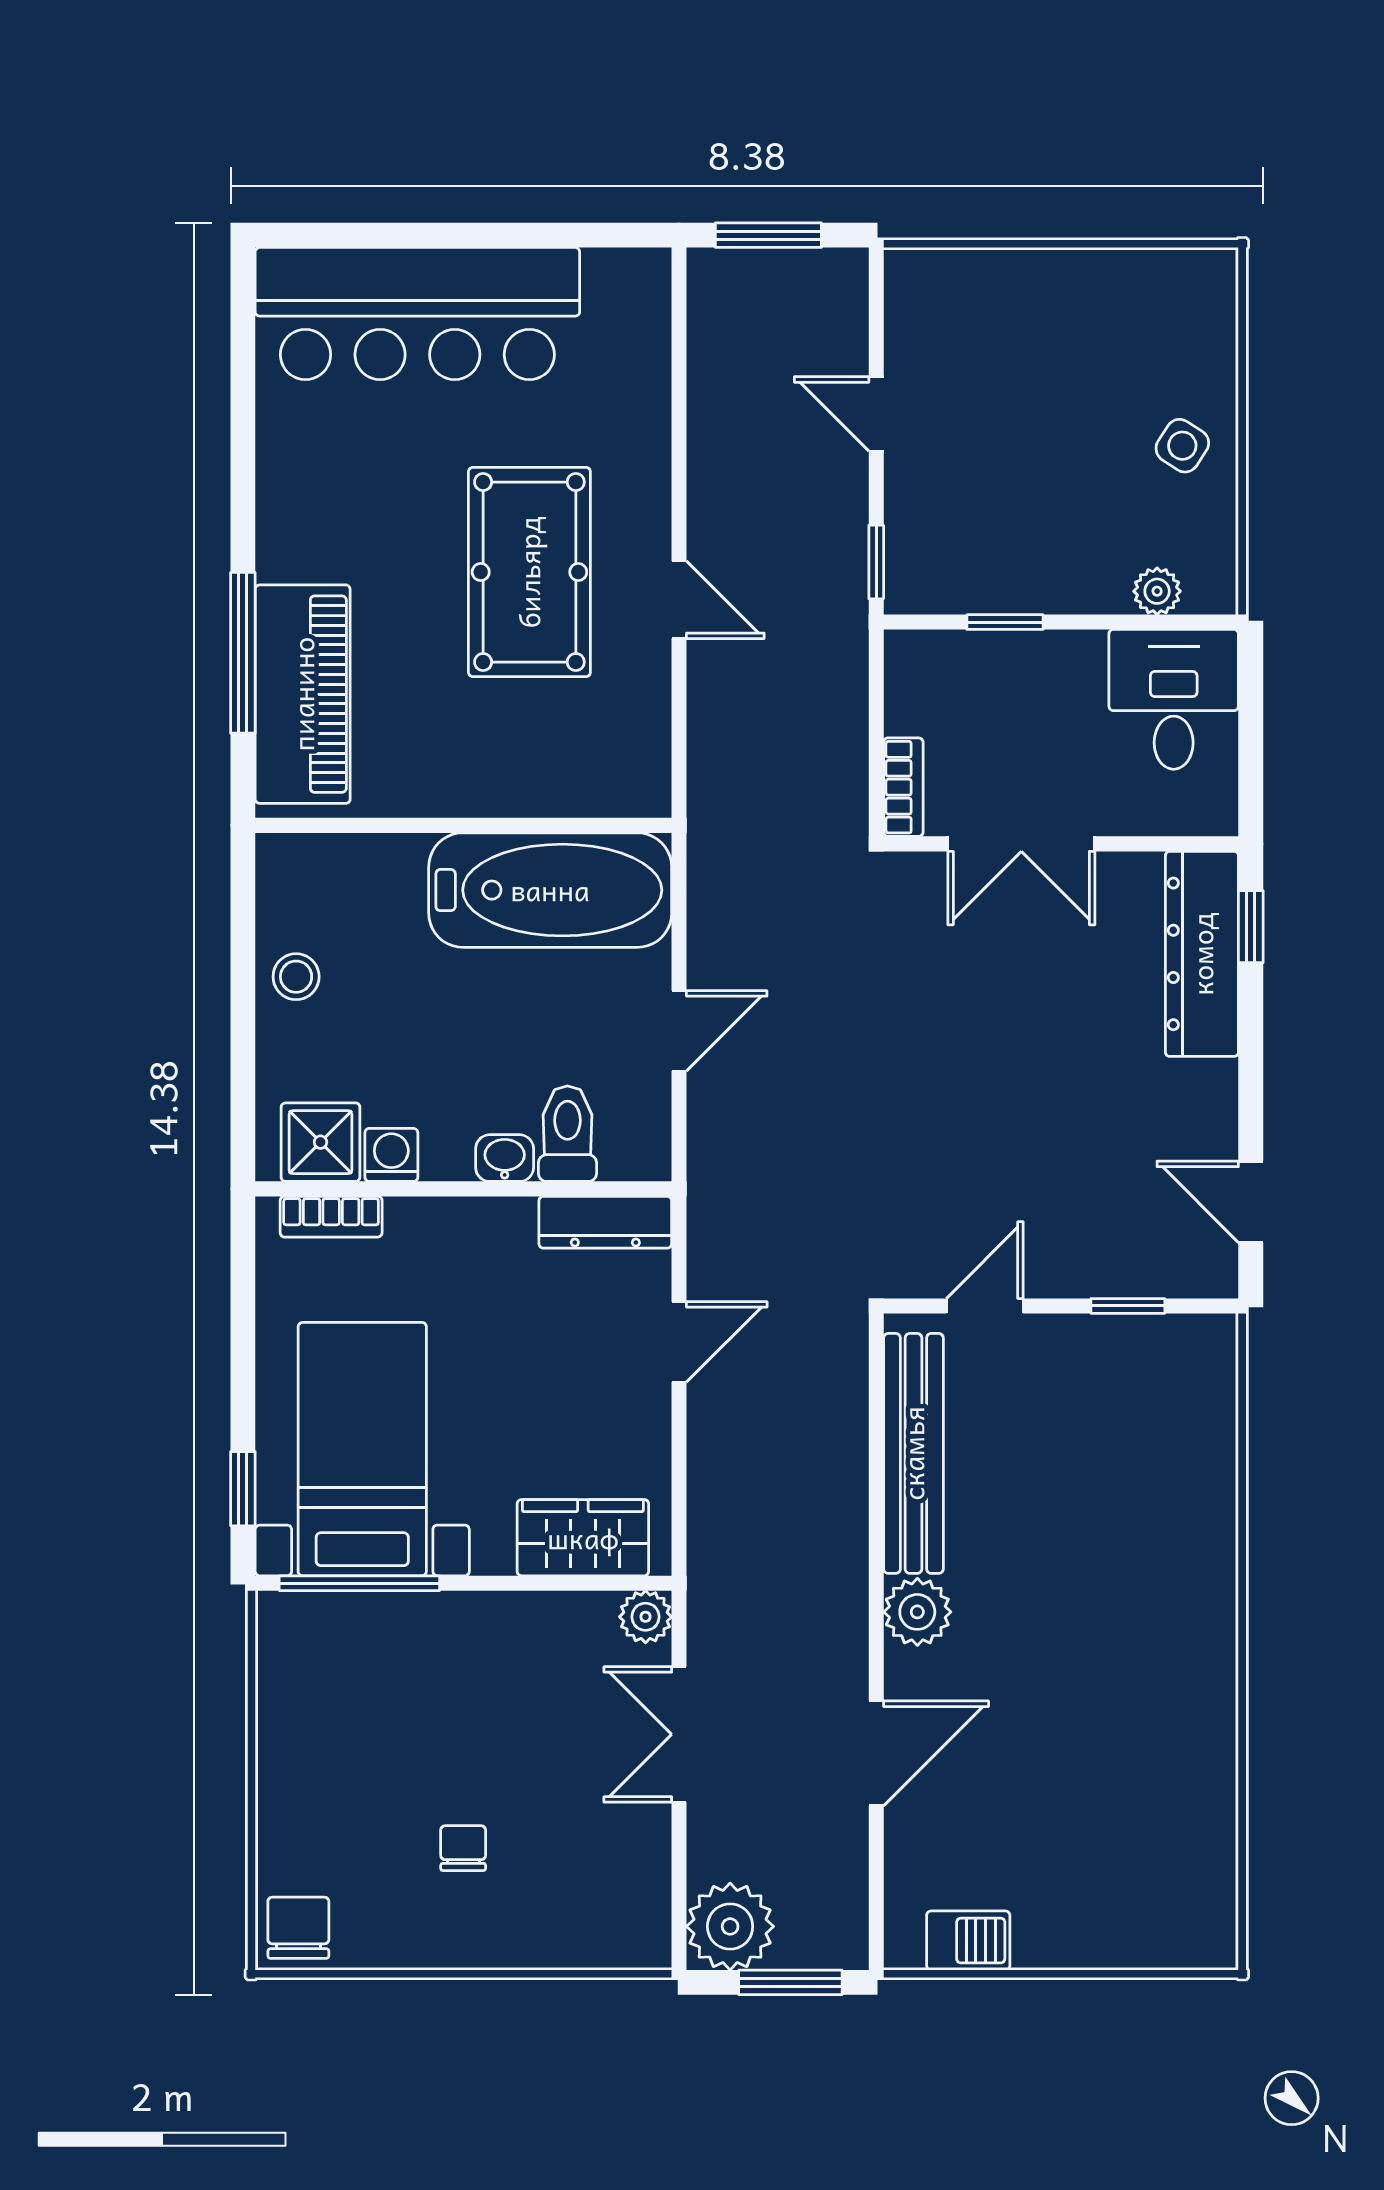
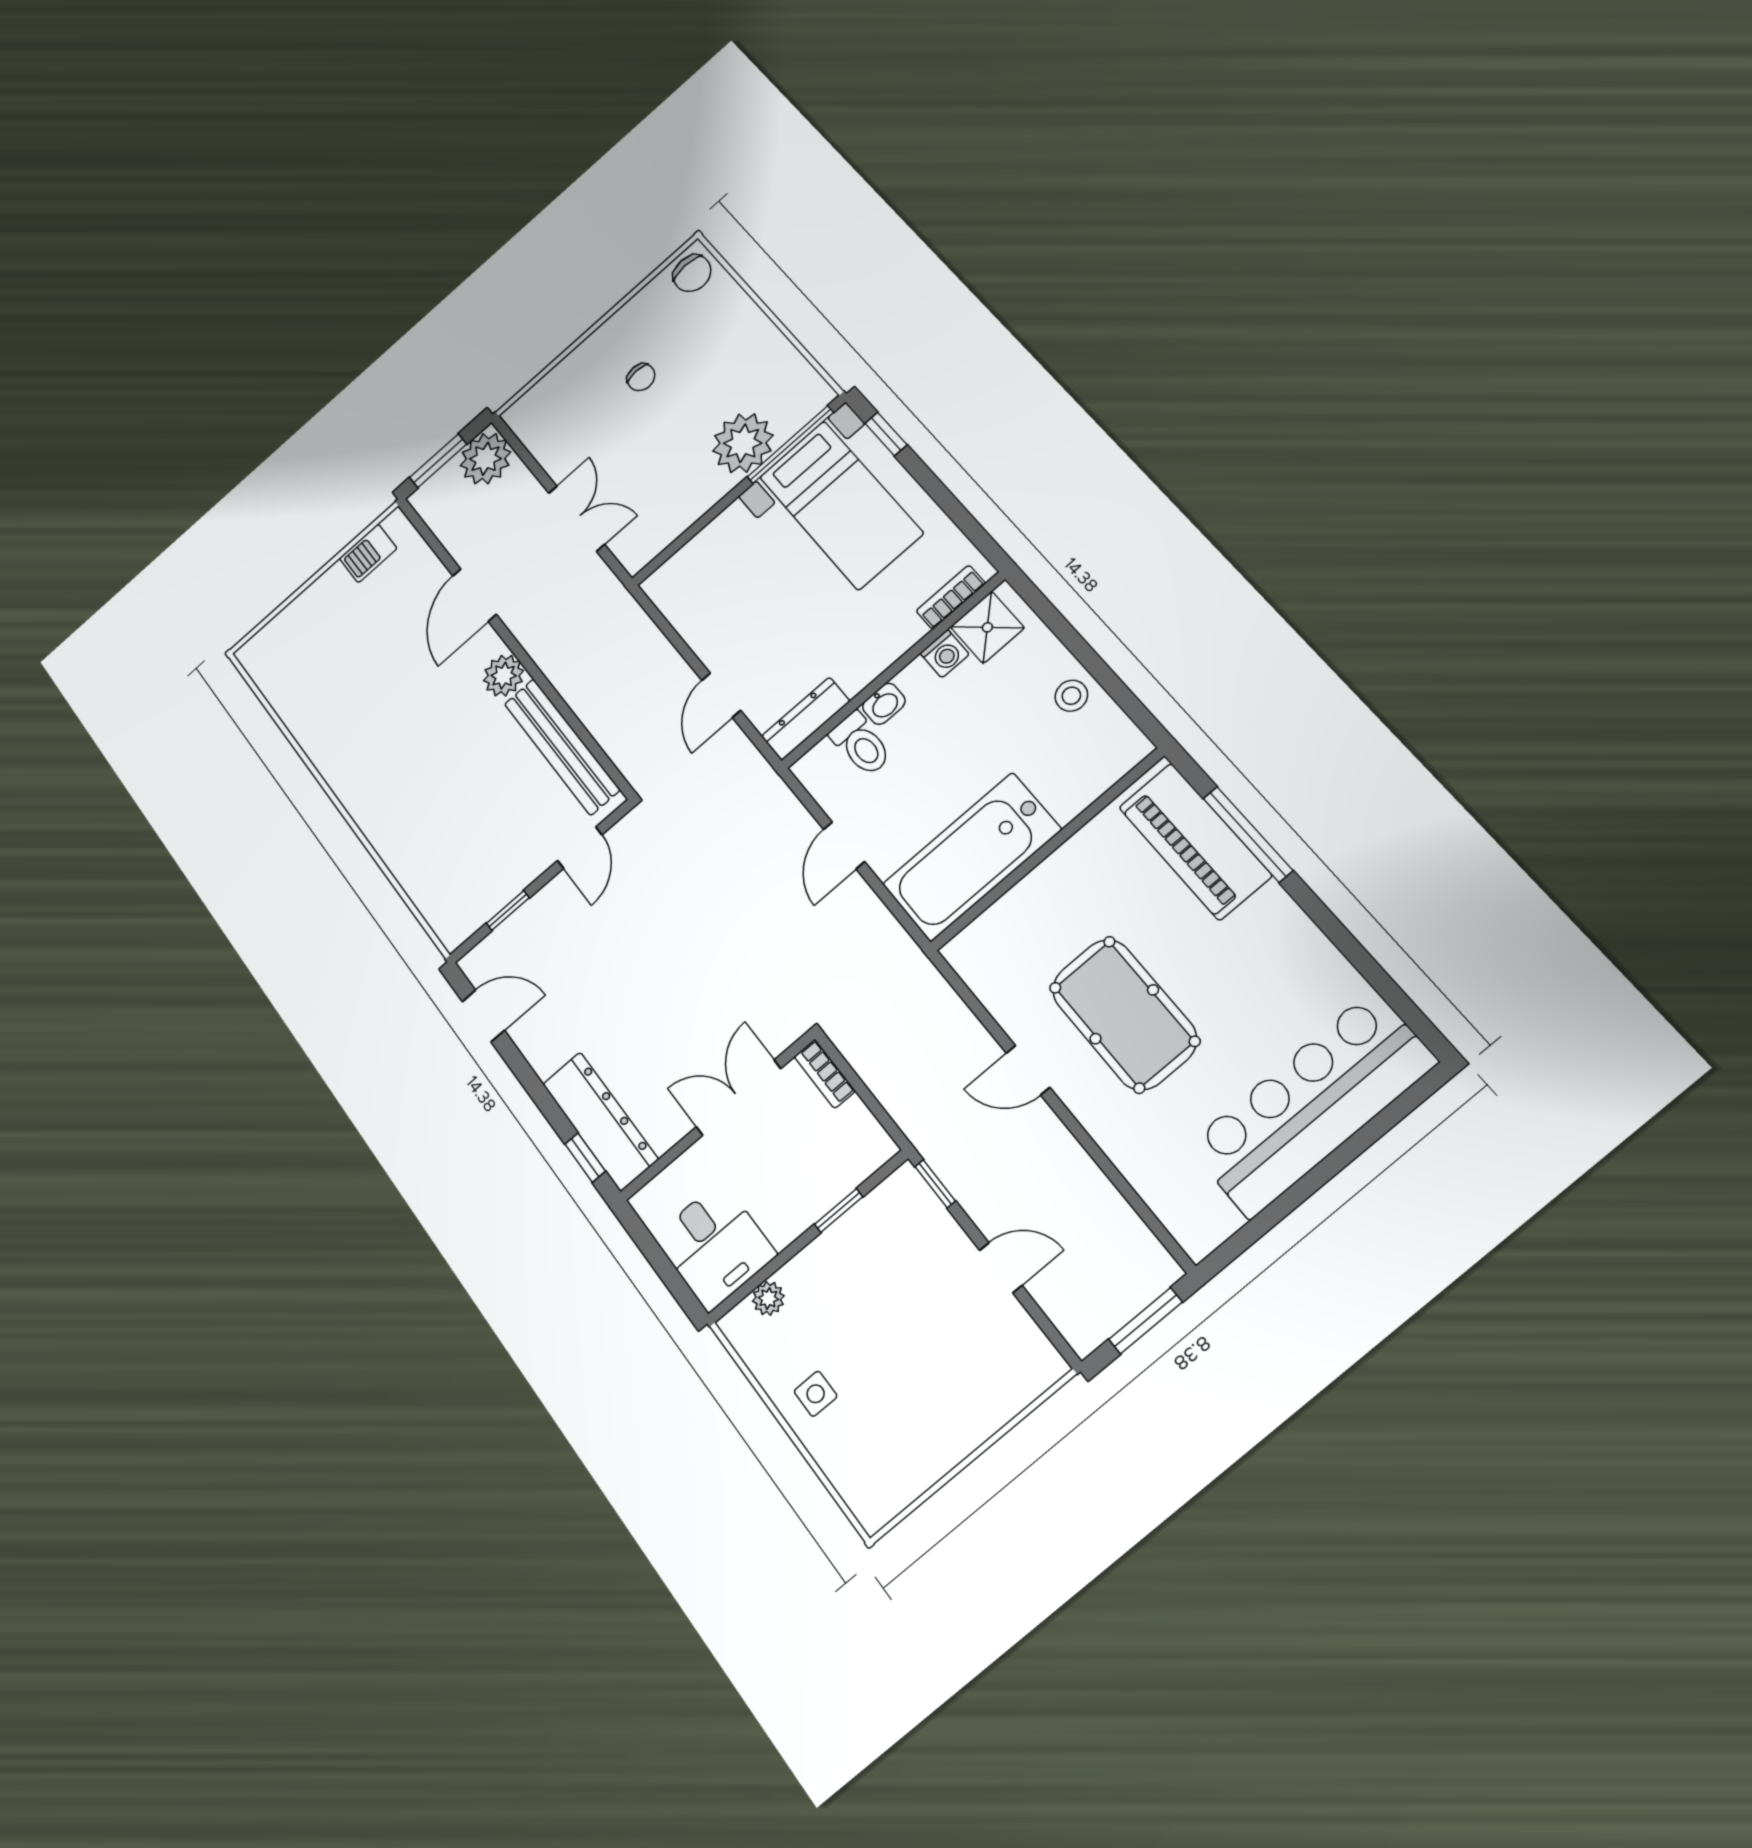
side table: (1182, 446) -> (816, 1394), turned -33
wardrobe: (583, 1538) -> (696, 563), removed
plant: (646, 1617) -> (743, 443), moved, width x1.87, depth x1.87

